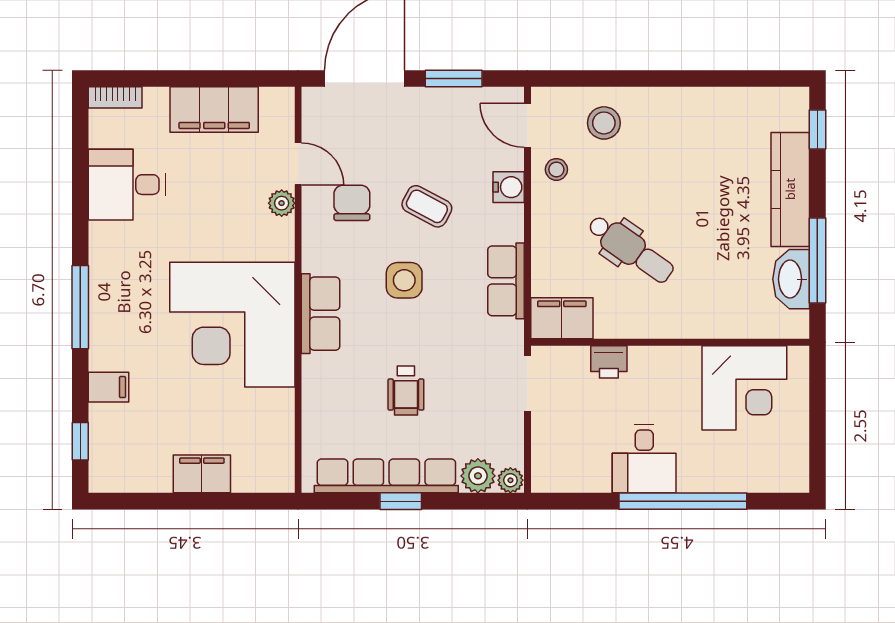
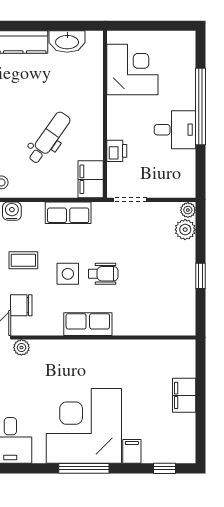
coffee table: (427, 206) -> (23, 260), turned 62
window: (817, 260) -> (56, 26), removed
corner desk: (232, 325) -> (84, 426), moved, turned 180
wheelchair: (406, 391) -> (103, 274), moved
row of seats: (386, 476) -> (185, 285), removed

